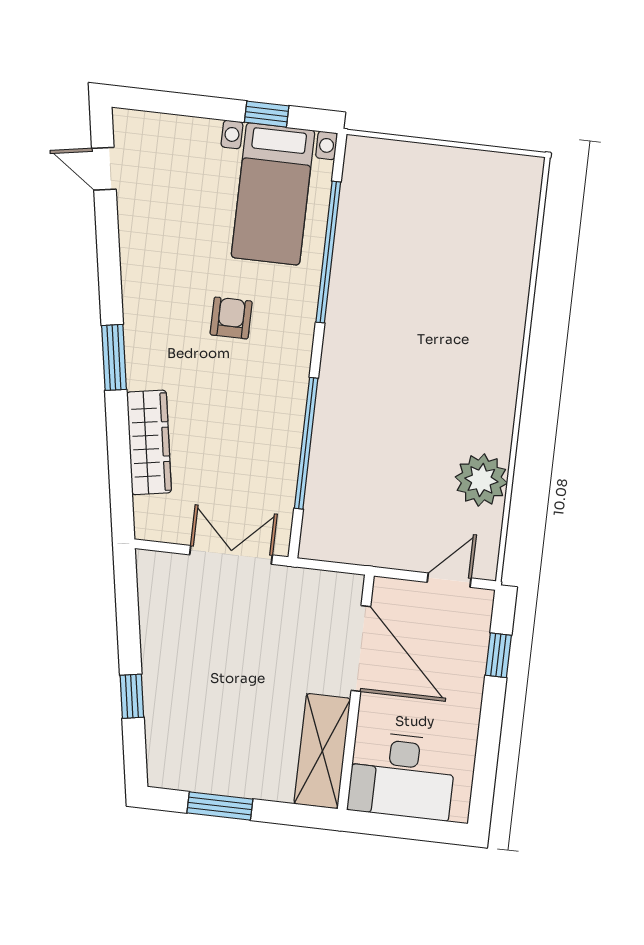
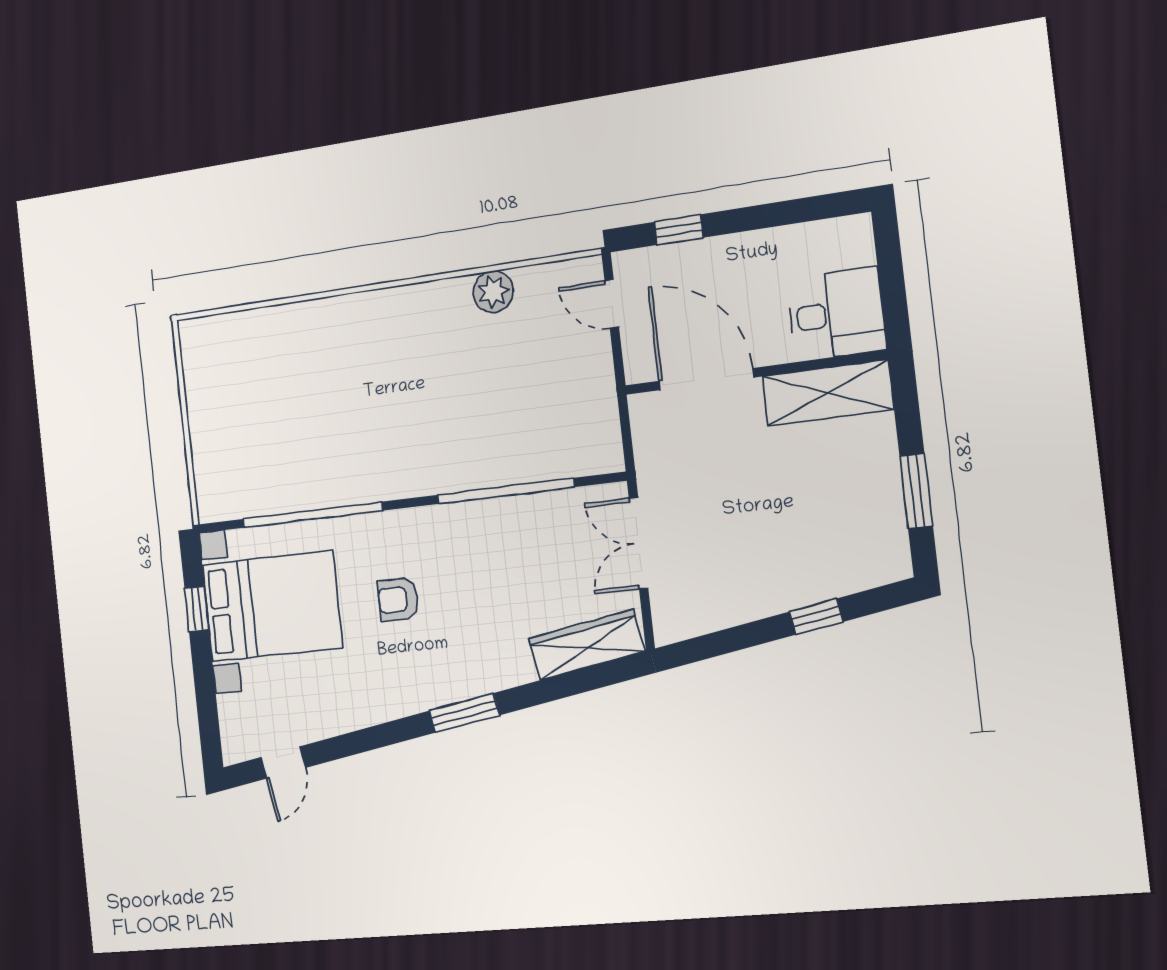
bed with nightstands: (273, 194) -> (272, 606), width x1.36
wardrobe: (149, 442) -> (586, 645), moved
plant: (481, 480) -> (493, 292), width x0.73, depth x0.73
door: (361, 648) -> (706, 379), hinge flipped
desk: (402, 776) -> (836, 314), width x0.73

